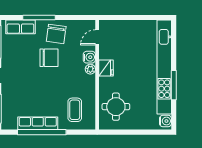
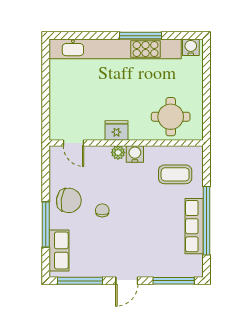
water cooler: (89, 57) -> (135, 154), moved
chair: (49, 58) -> (102, 210), width x0.54, depth x0.54

